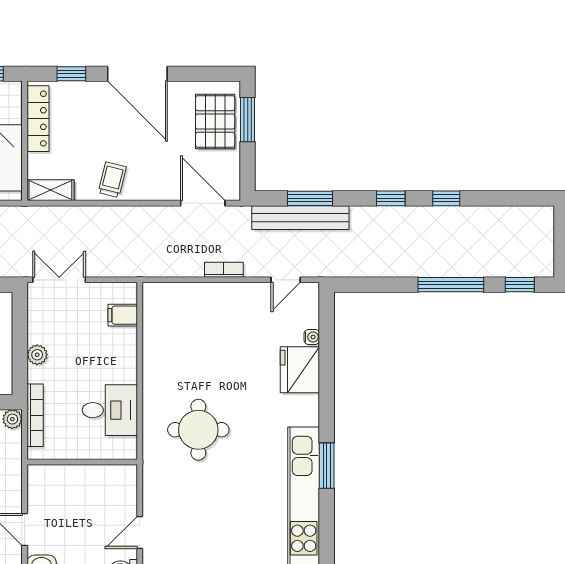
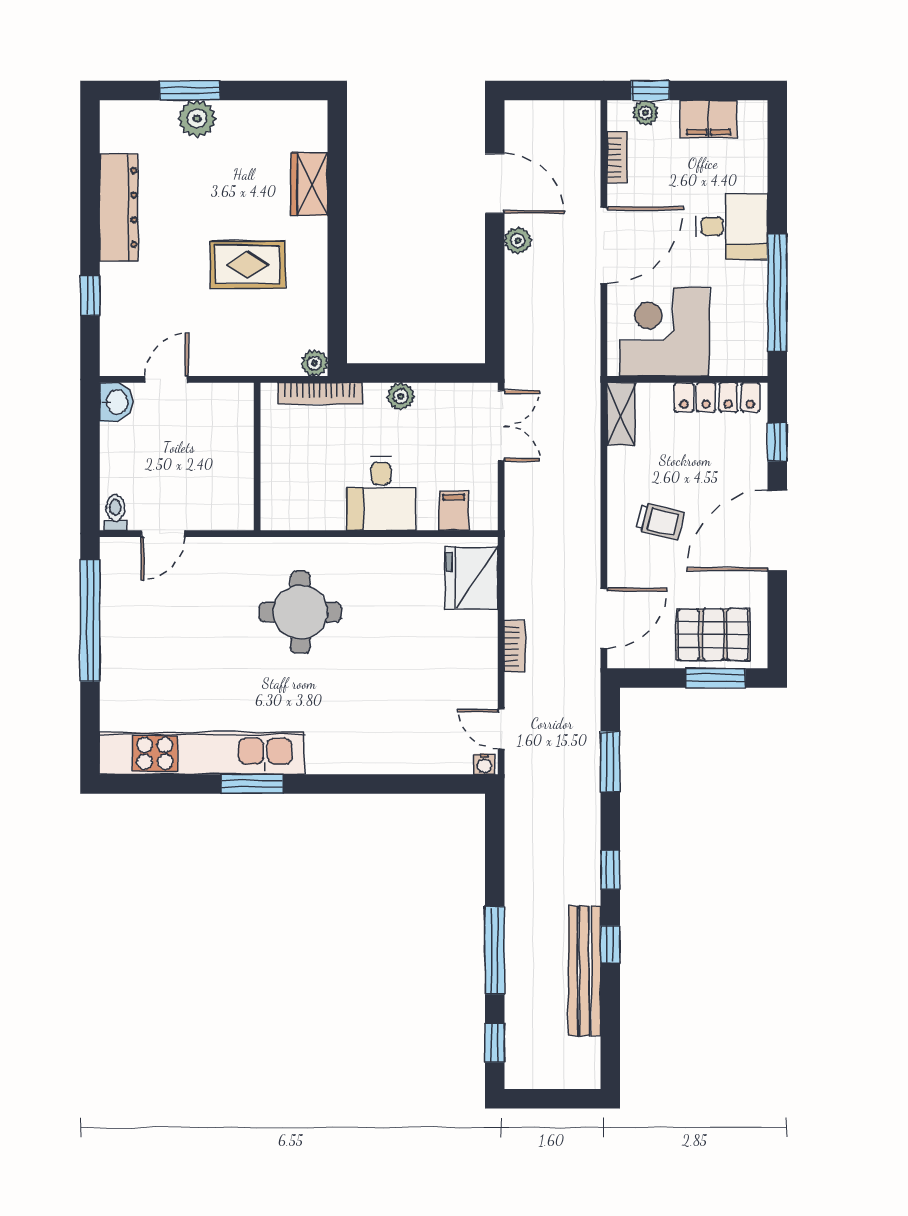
trolley: (112, 180) -> (660, 521), moved
bench: (300, 218) -> (584, 971), moved
water cooler: (312, 337) -> (484, 764), moved
fridge: (300, 370) -> (472, 578), moved, turned -90
desk: (110, 410) -> (381, 494), moved
door: (140, 532) -> (163, 534), swing flipped

